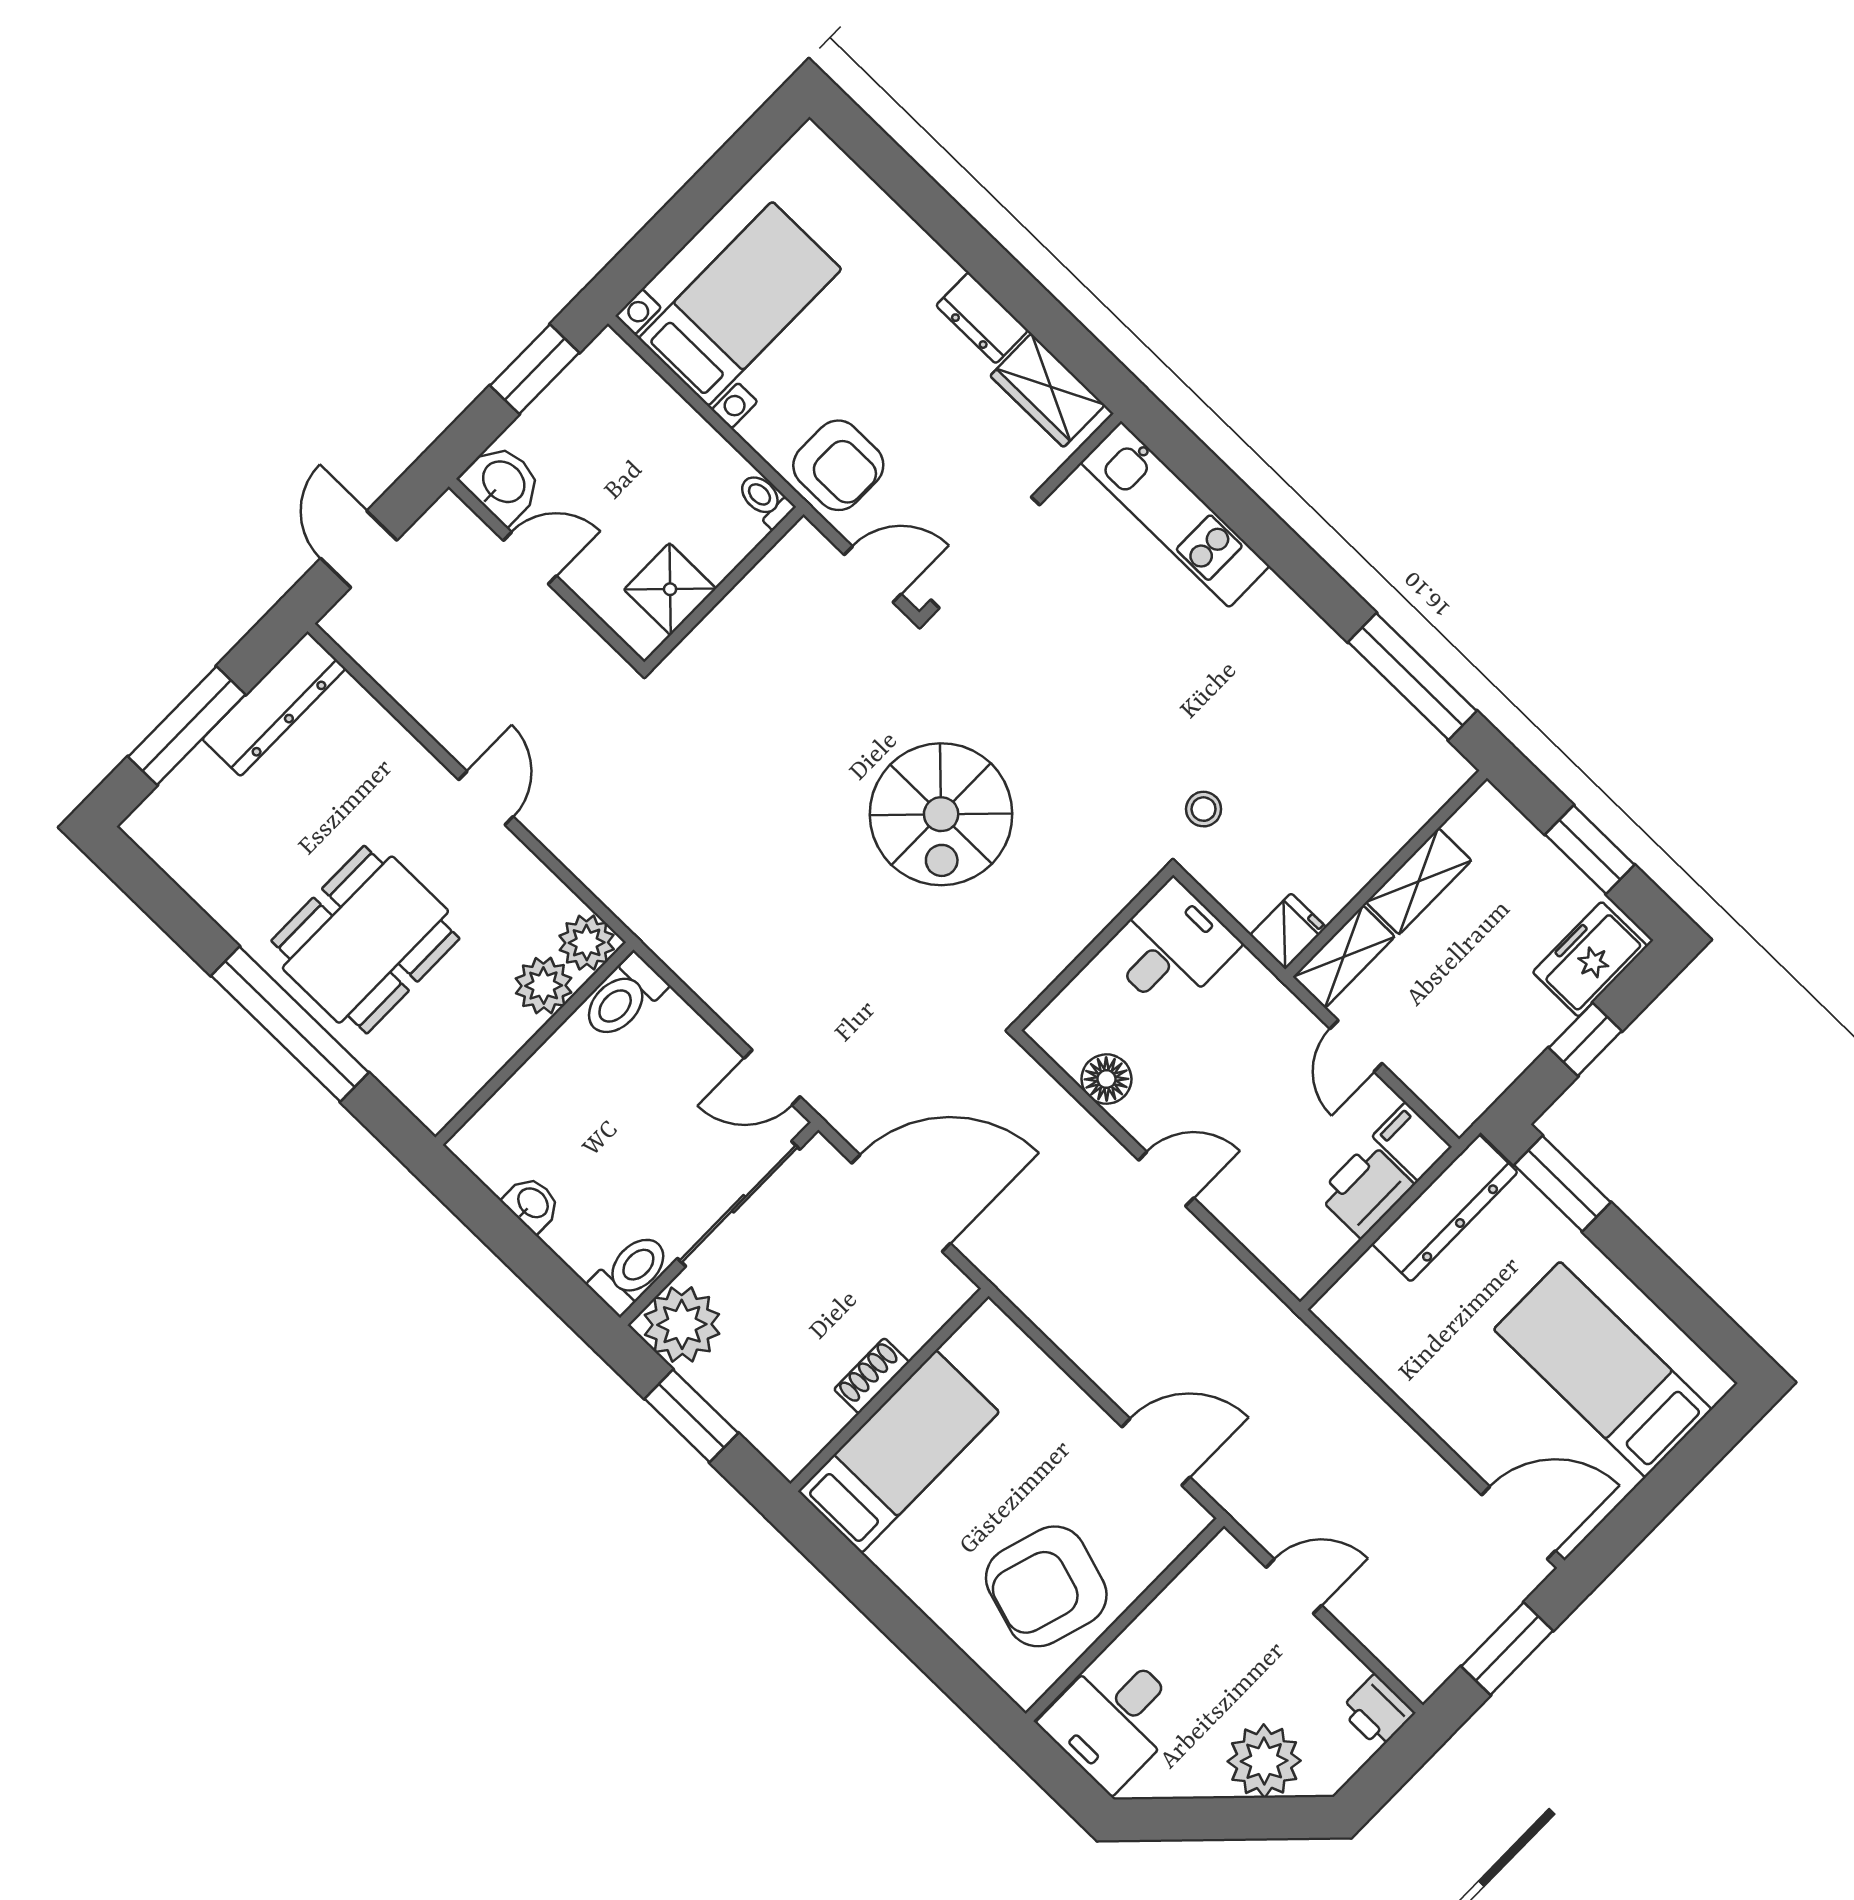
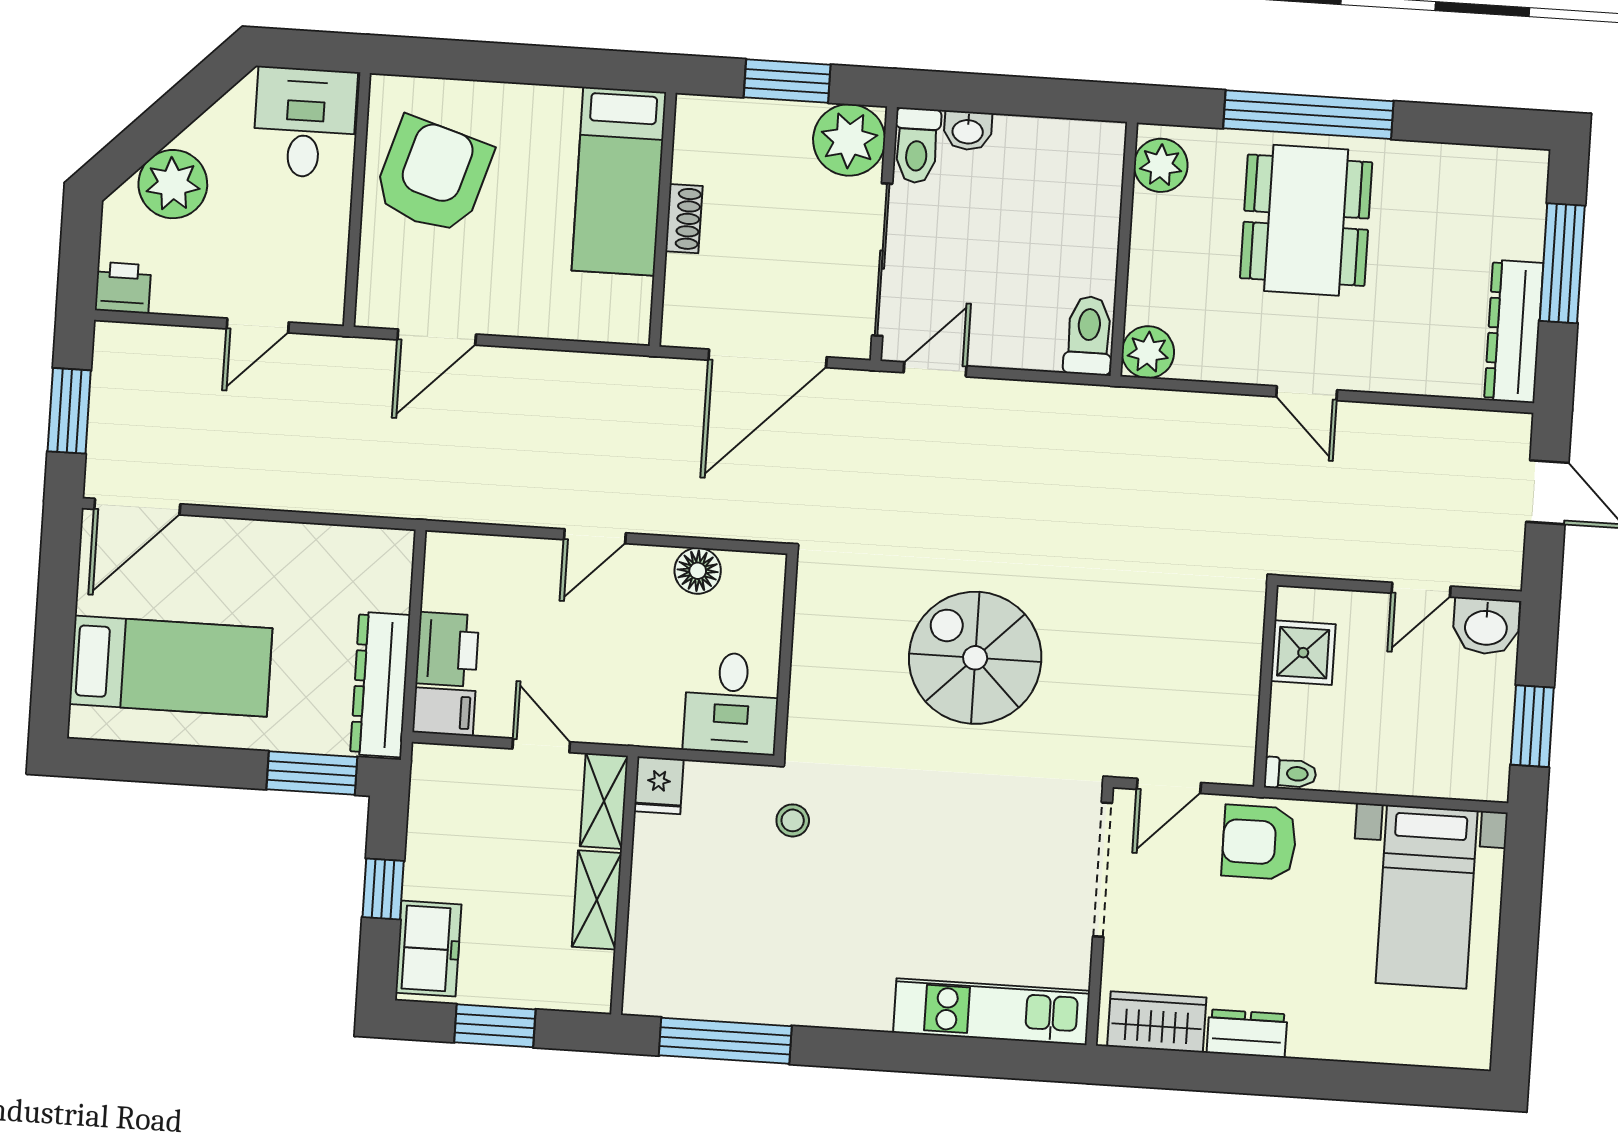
plant: (544, 986) -> (1161, 165), moved
washbasin: (532, 1204) -> (968, 131), moved

